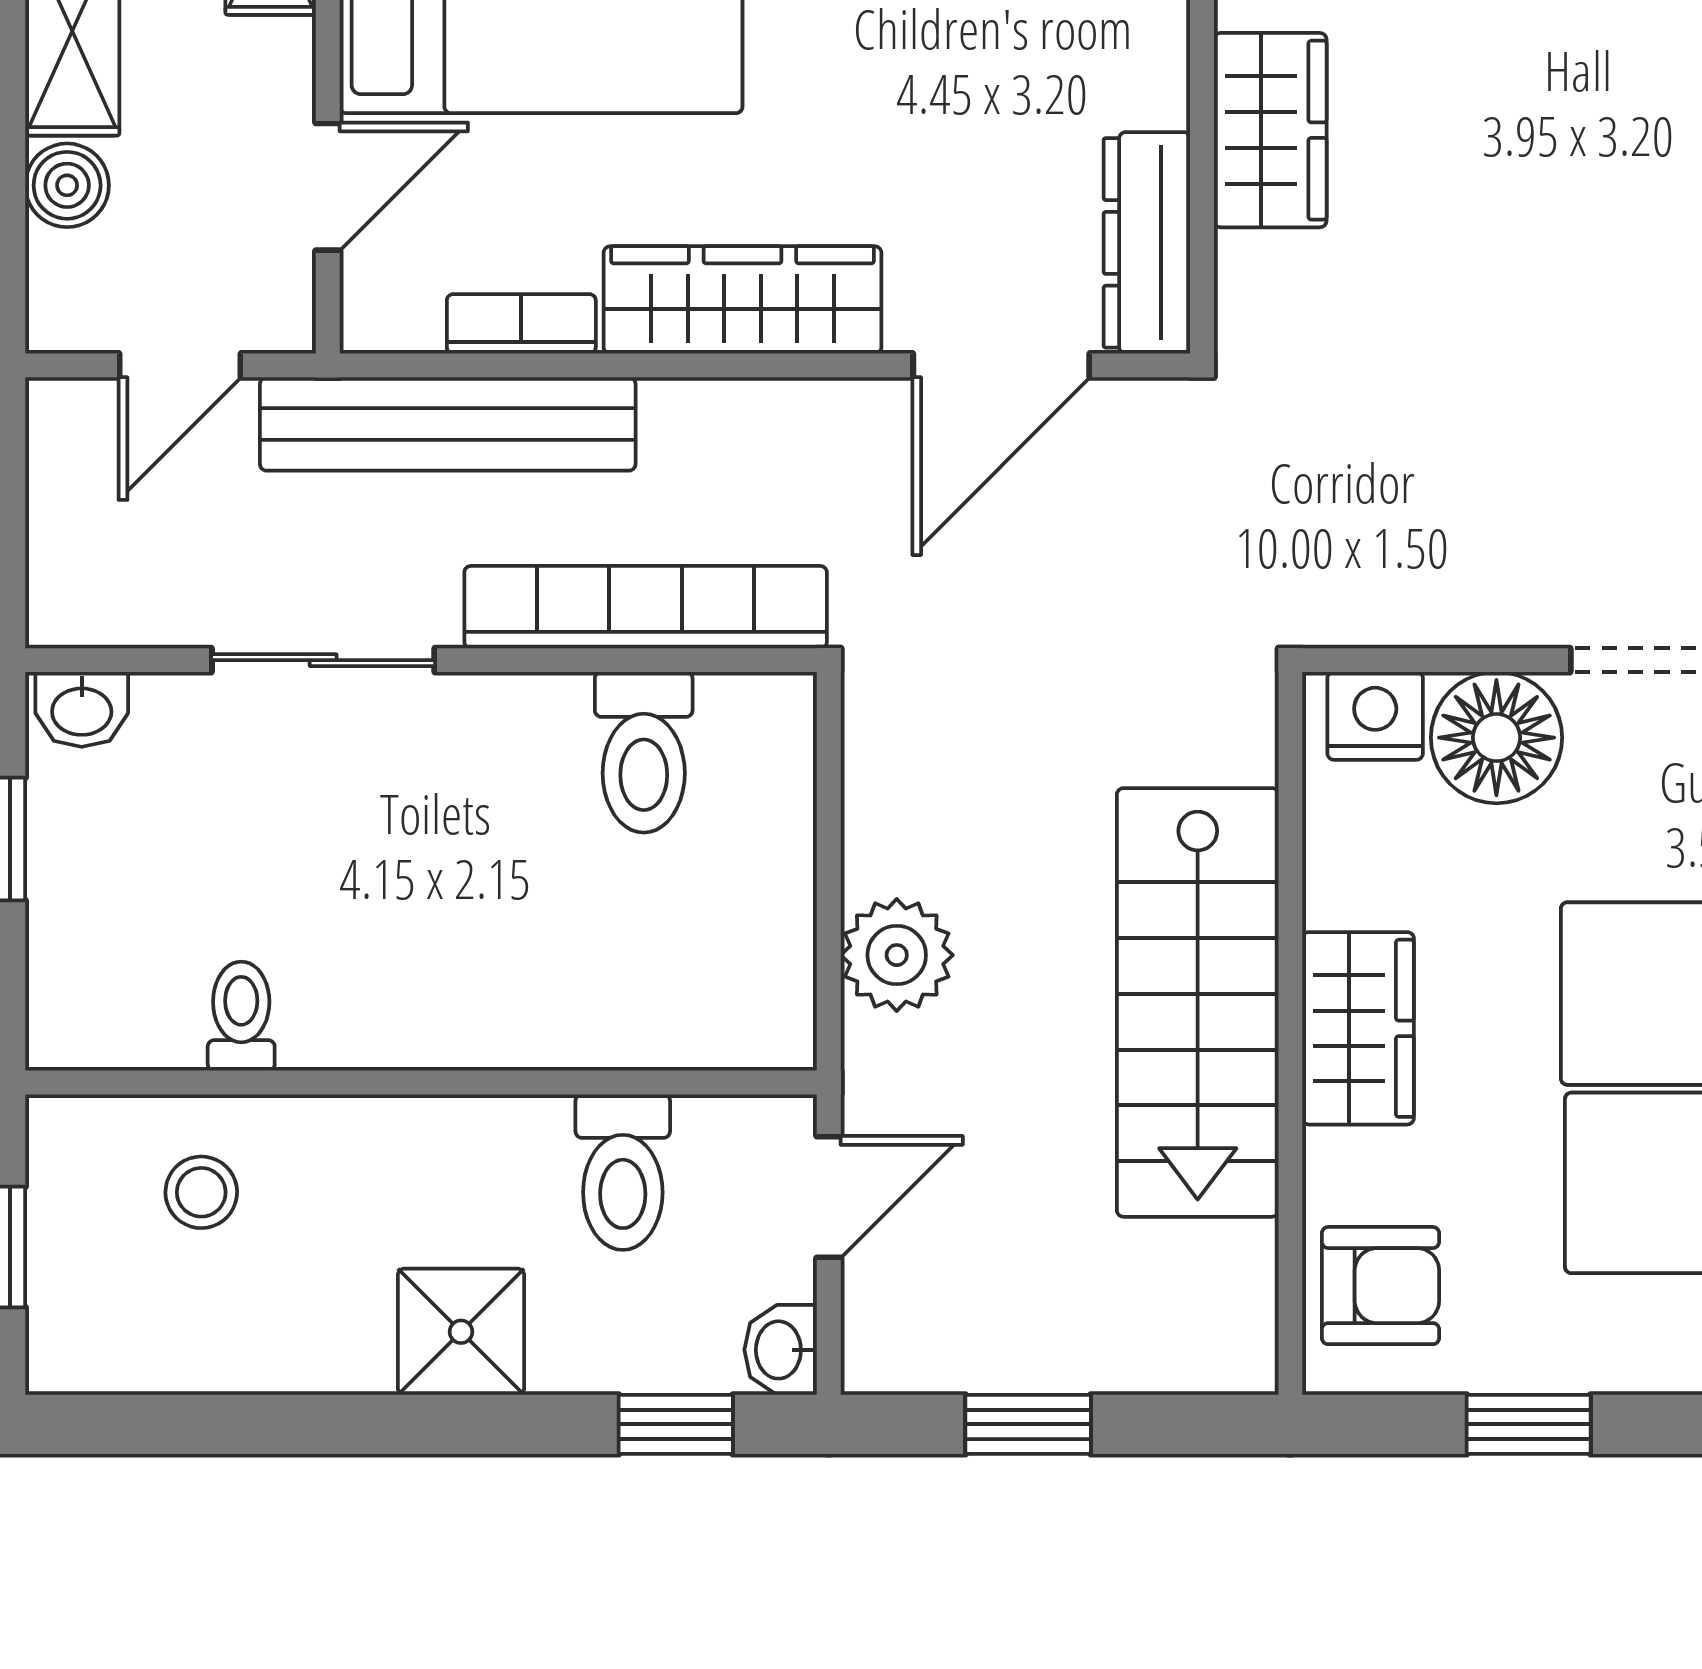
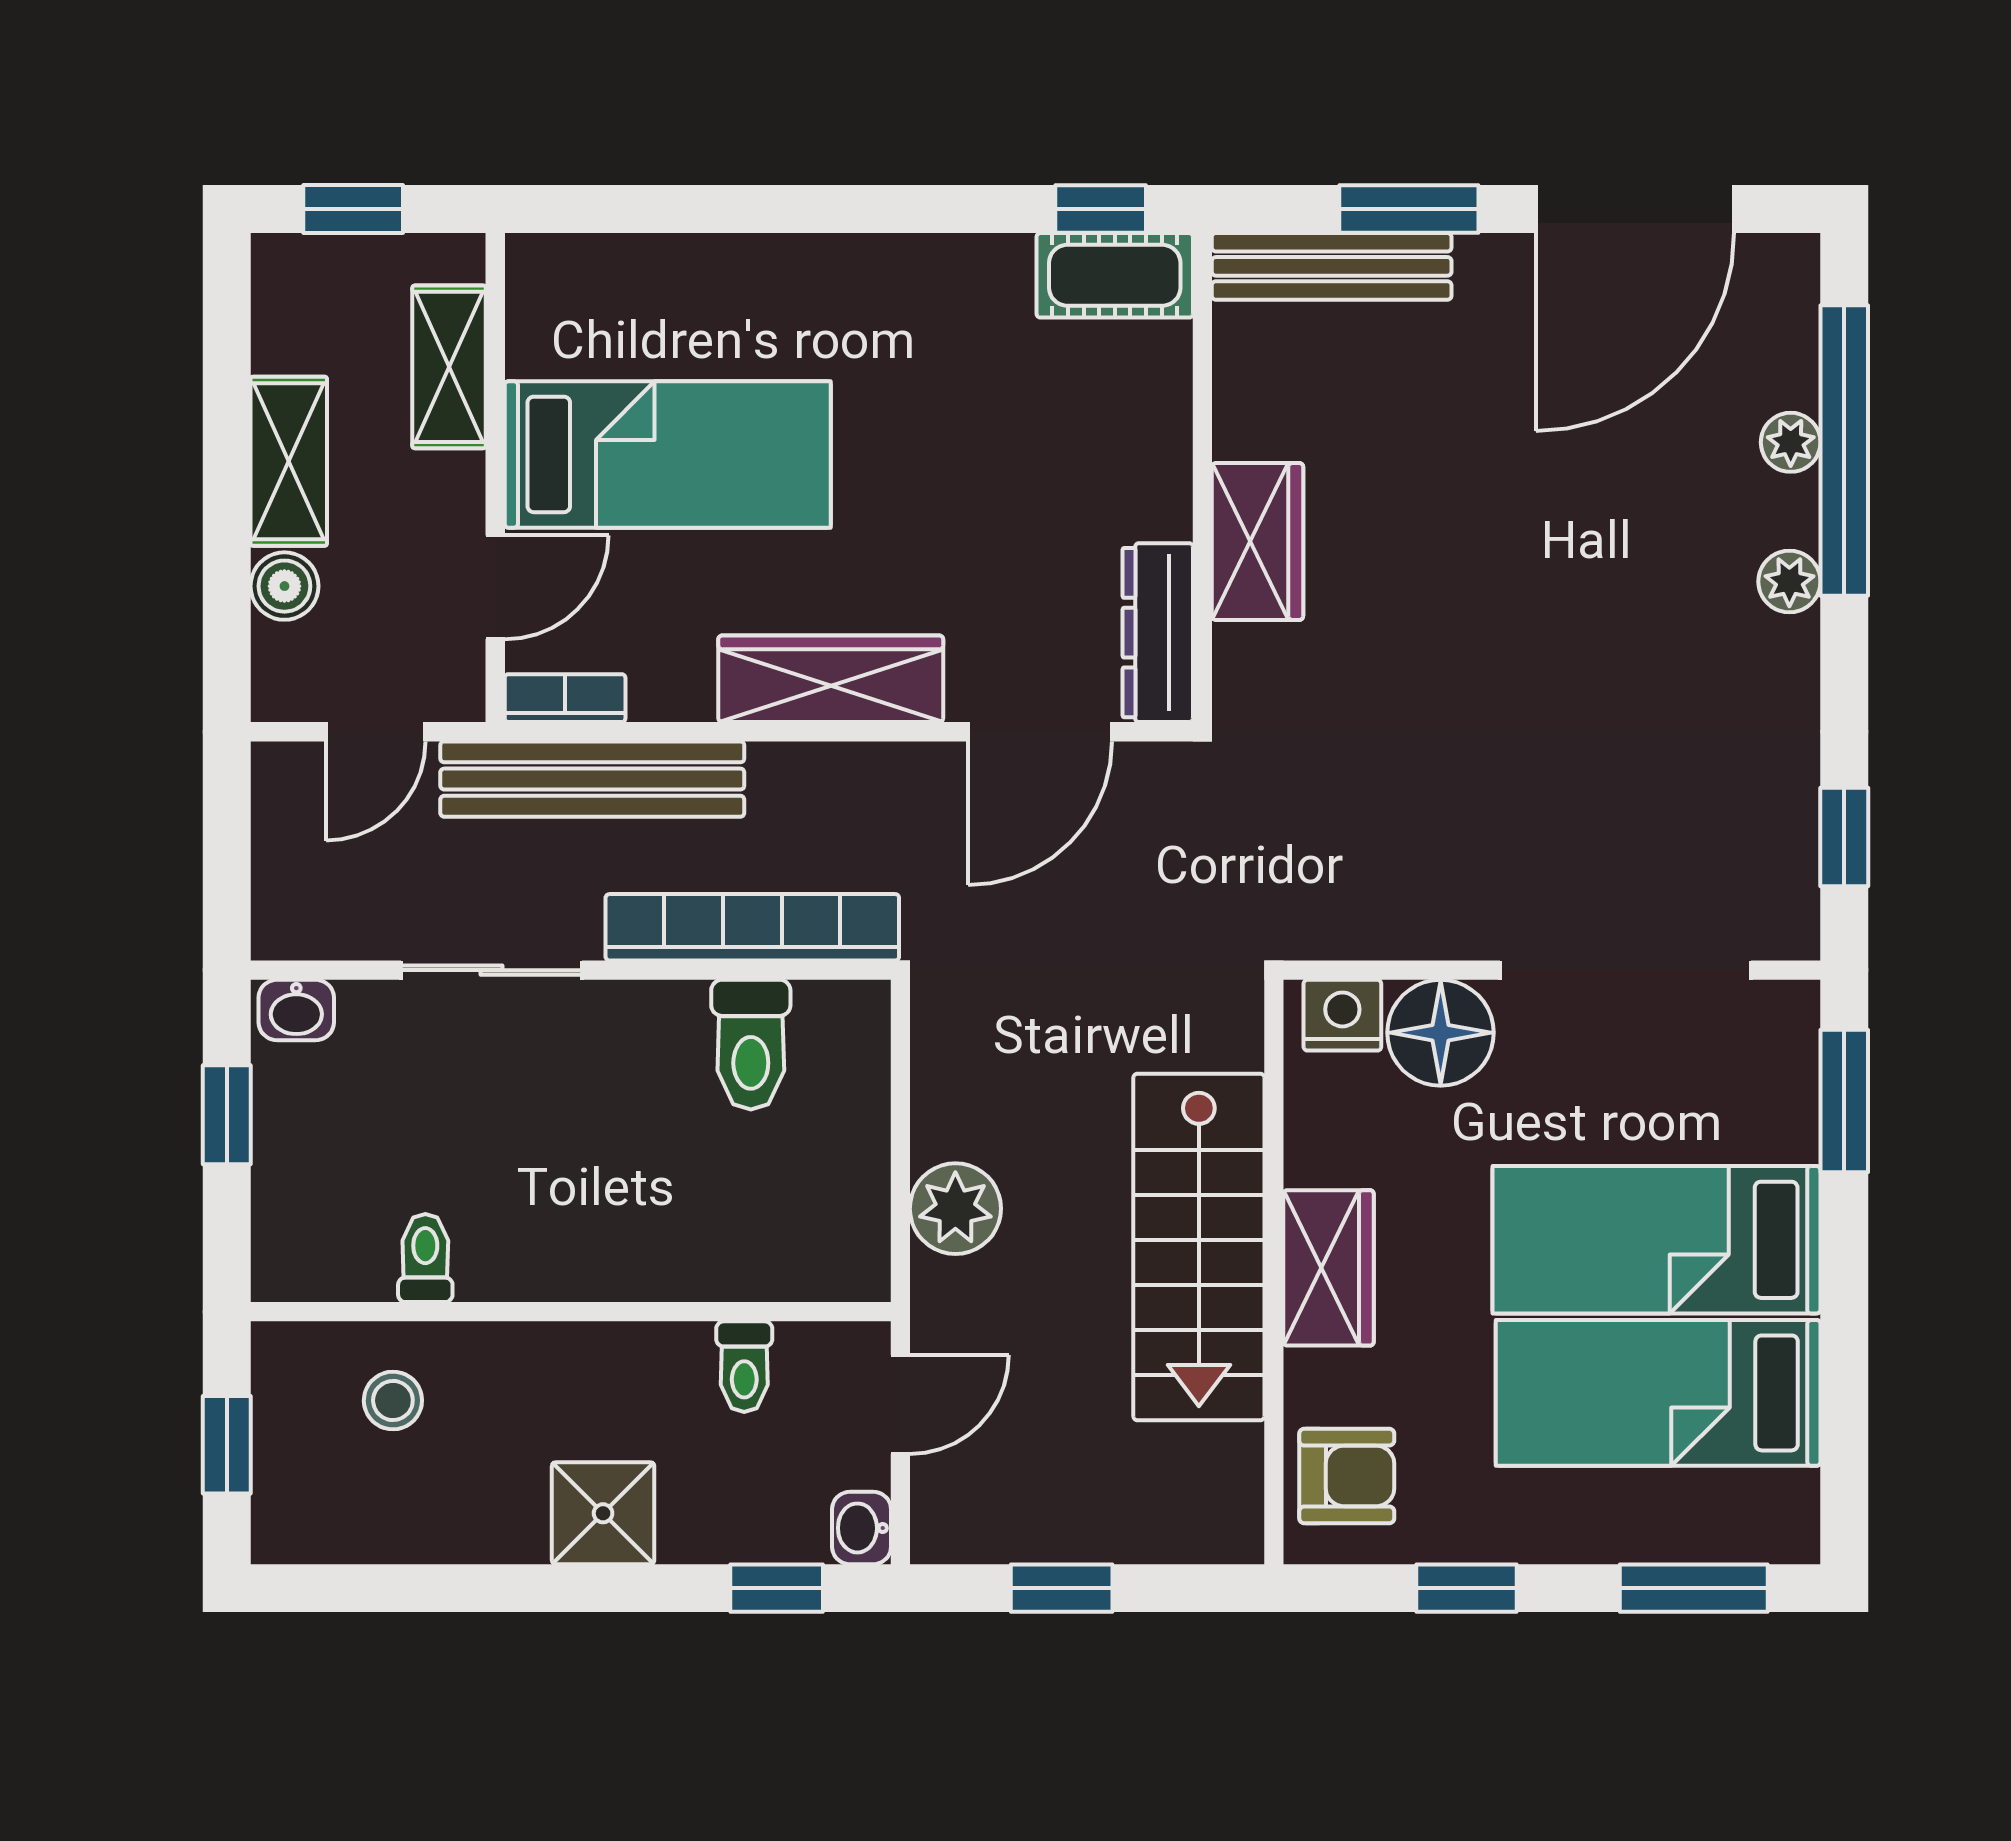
bookcase: (521, 324) -> (565, 698), moved
toilet: (623, 1172) -> (744, 1367), width x0.73, depth x0.72

